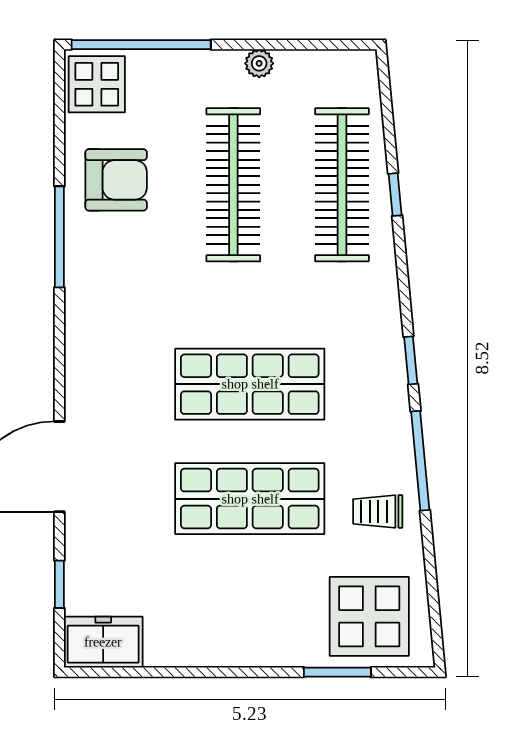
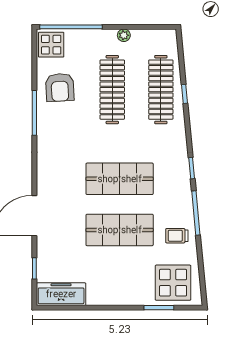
armchair: (116, 180) -> (60, 87), turned 87
freezer: (103, 642) -> (61, 294), width x1.40

